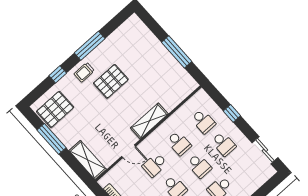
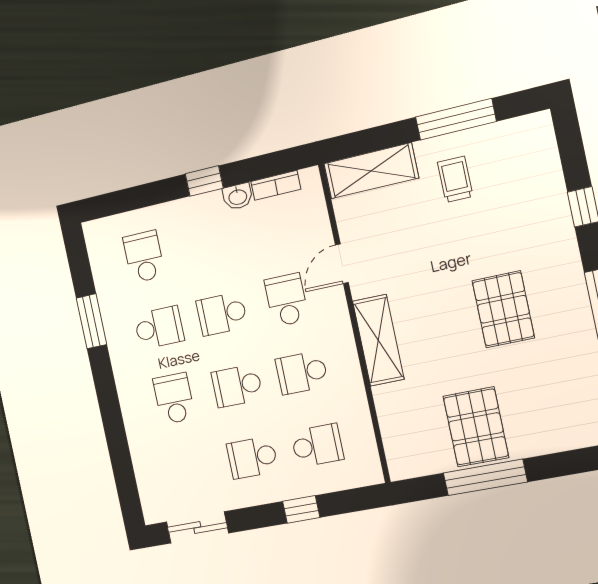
trolley: (84, 72) -> (455, 179), moved
pallet: (55, 109) -> (476, 427), moved
school desk: (203, 121) -> (317, 445), turned 180

